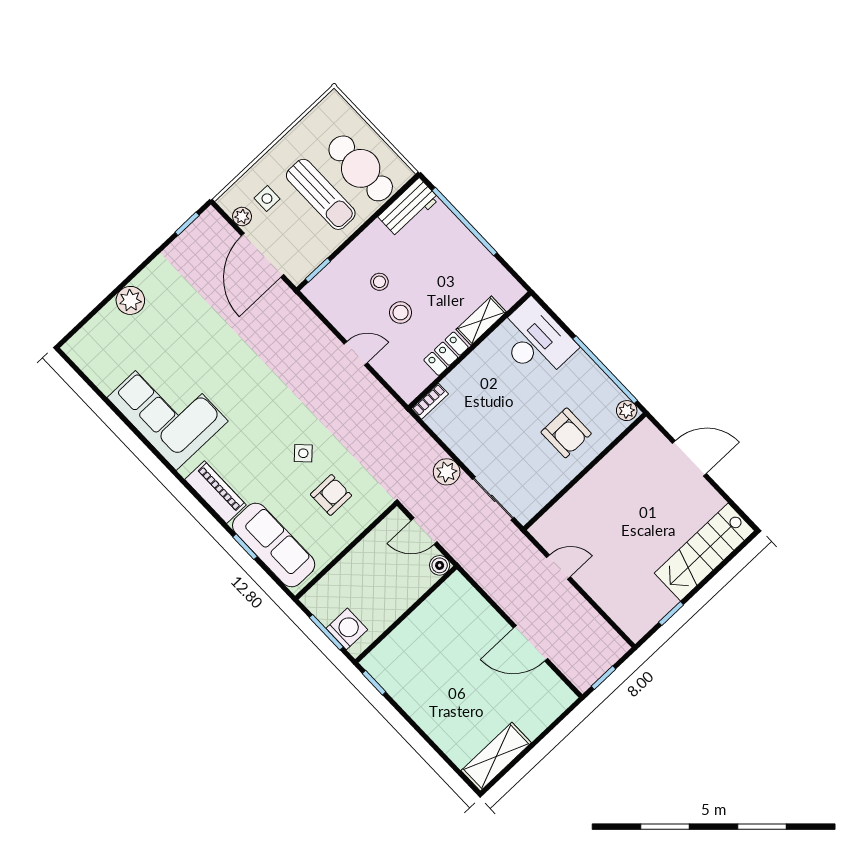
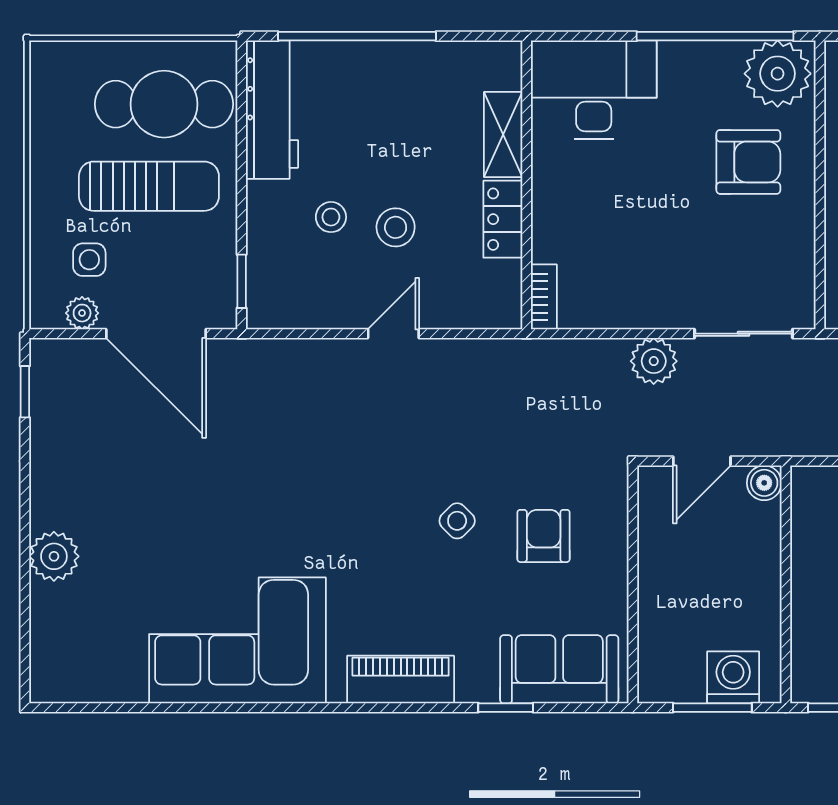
workbench: (409, 208) -> (272, 110), width x1.38
plant: (627, 411) -> (778, 74), width x1.87, depth x1.87
sofa: (274, 545) -> (559, 669), width x0.73

